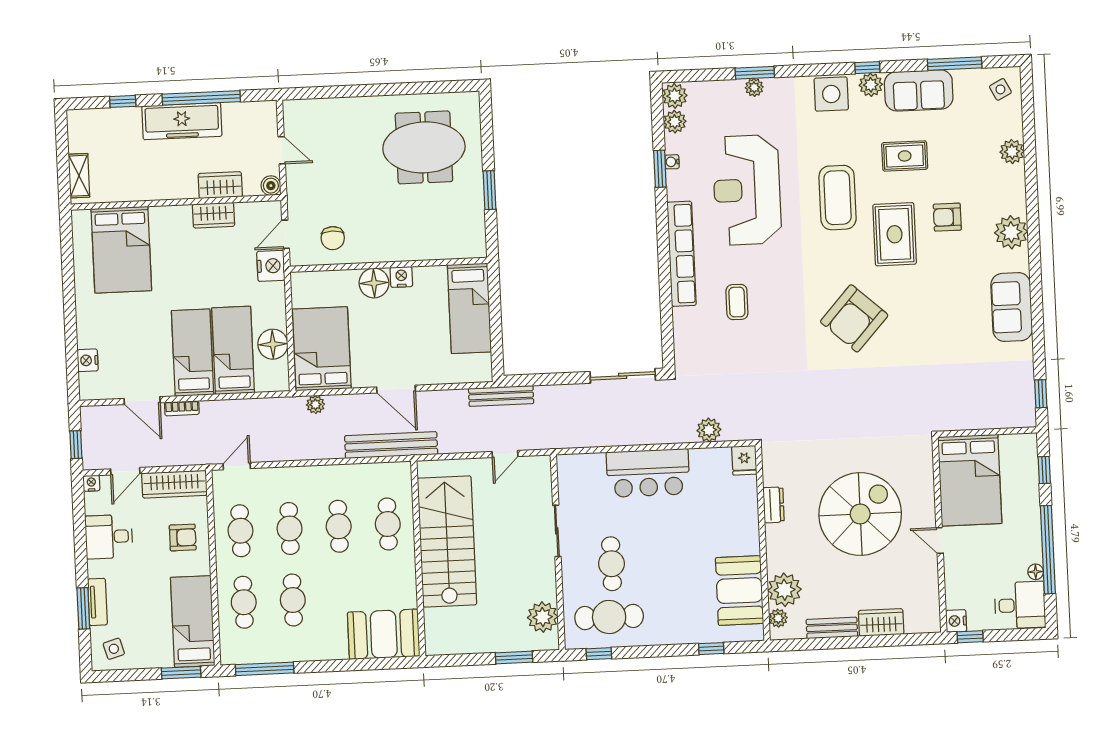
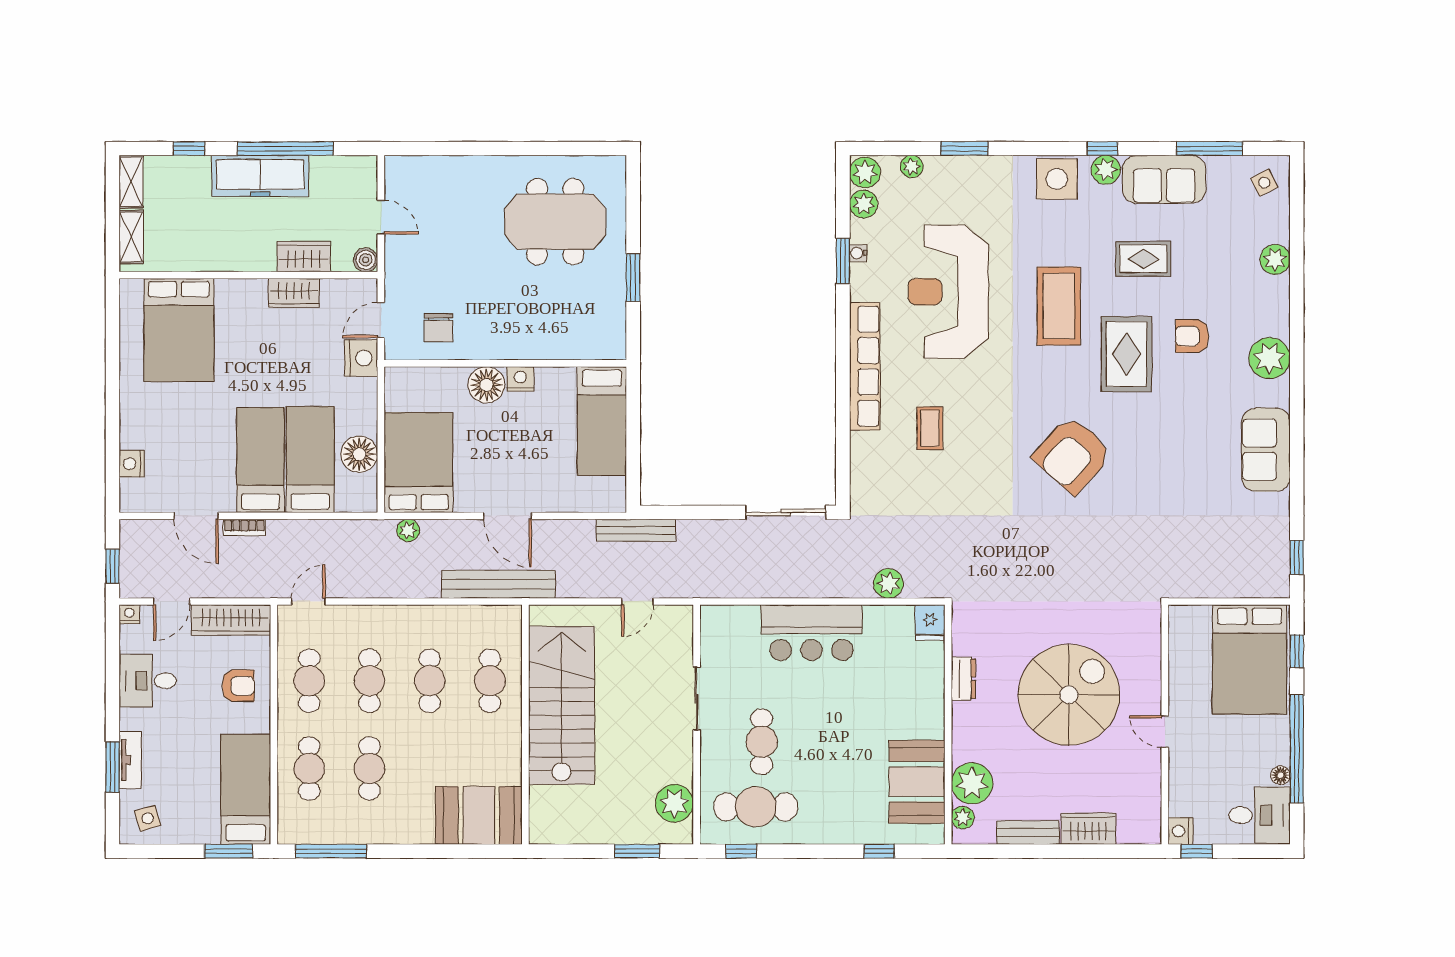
plant: (754, 87) -> (912, 166), moved
shelving: (77, 131) -> (131, 182), added
bed: (970, 480) -> (1250, 659), moved

